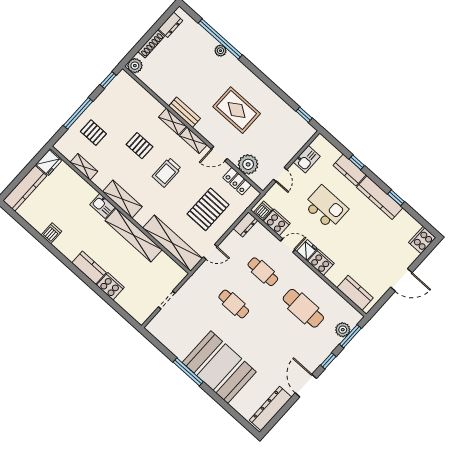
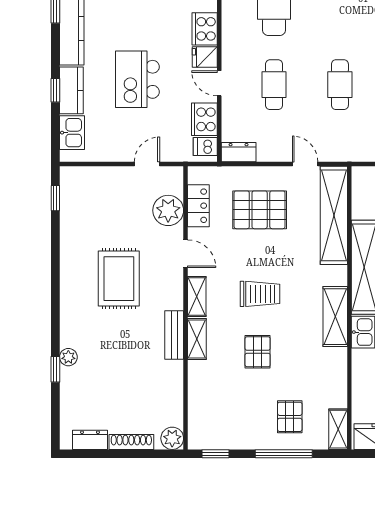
window: (220, 39) -> (55, 369), width x0.32
kitchen sink: (307, 159) -> (72, 133), moved, turned 90
shelving: (84, 167) -> (338, 429), moved

